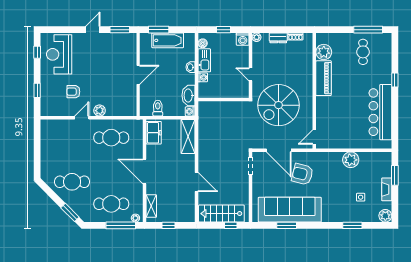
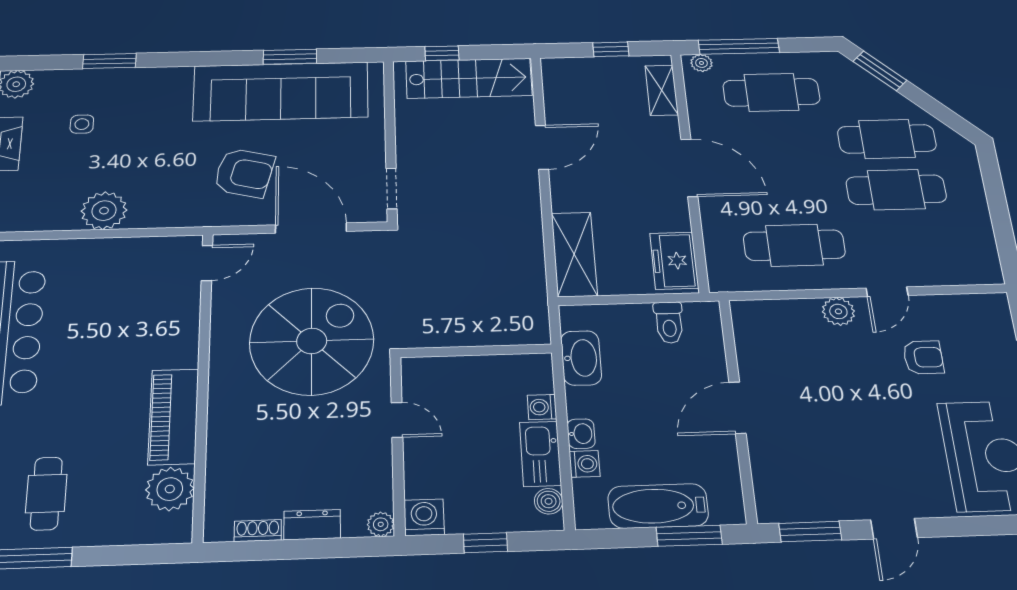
washing machine: (190, 111) -> (584, 464), moved
cafe table: (72, 160) -> (896, 190), added
door: (197, 182) -> (542, 147), swing flipped

